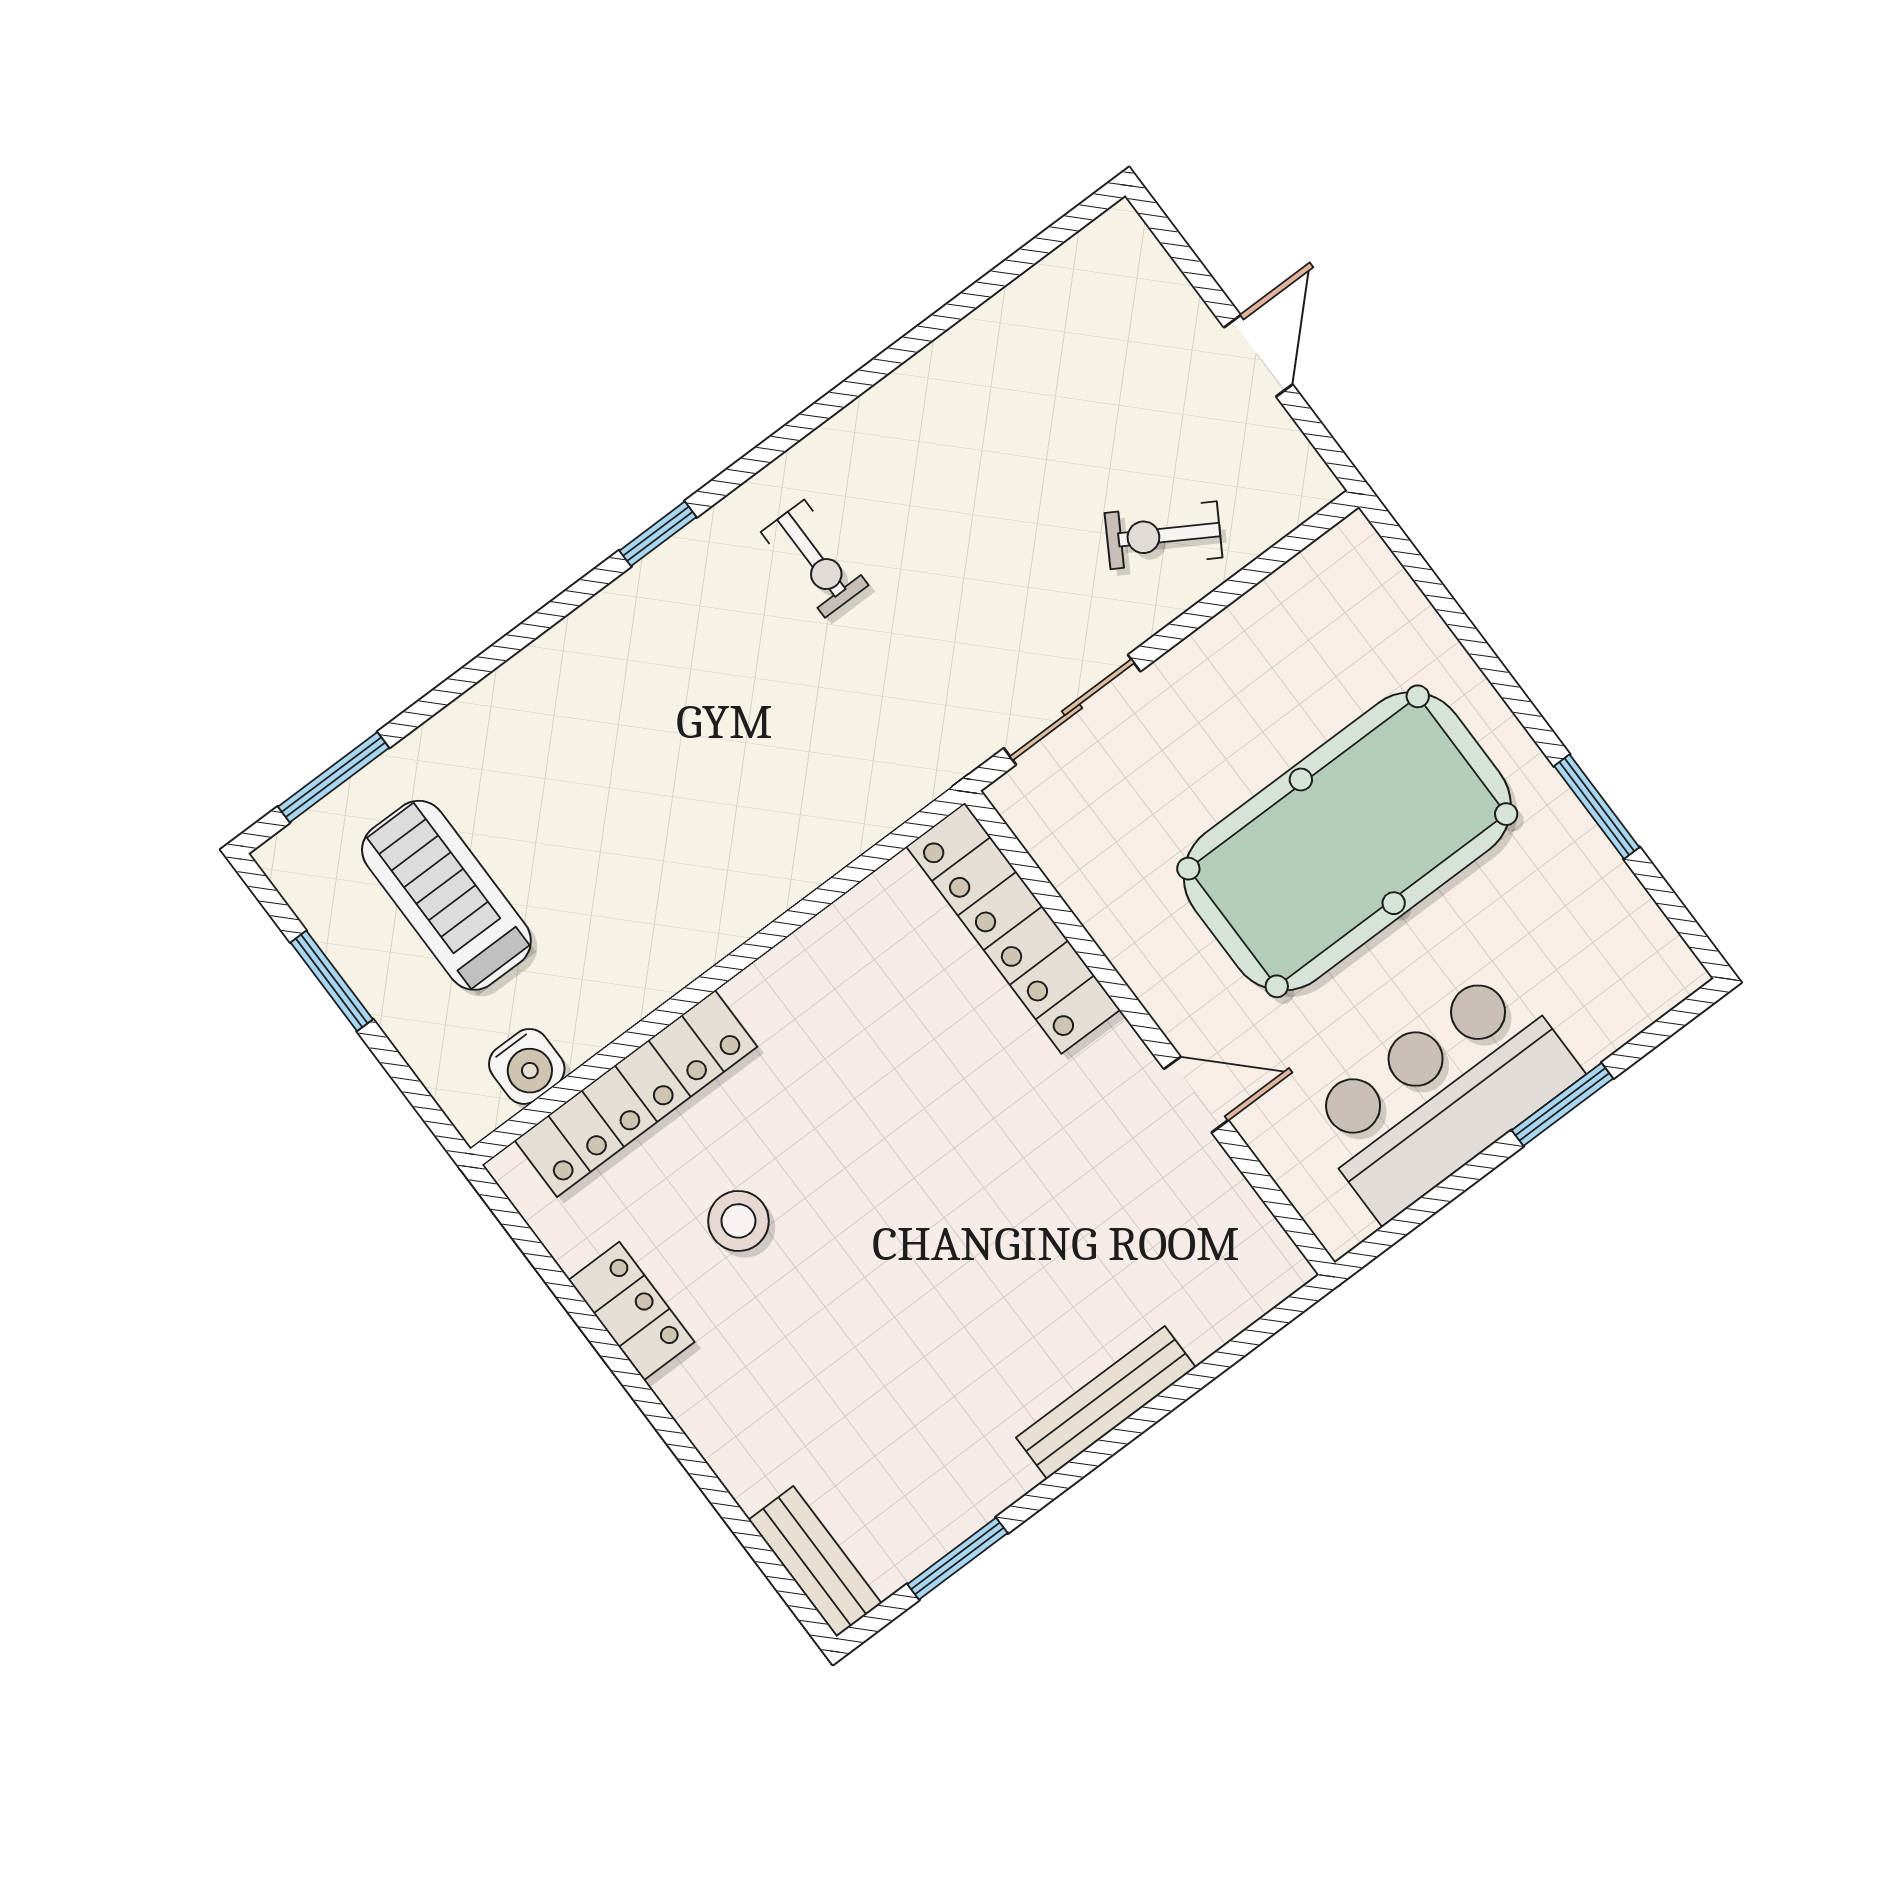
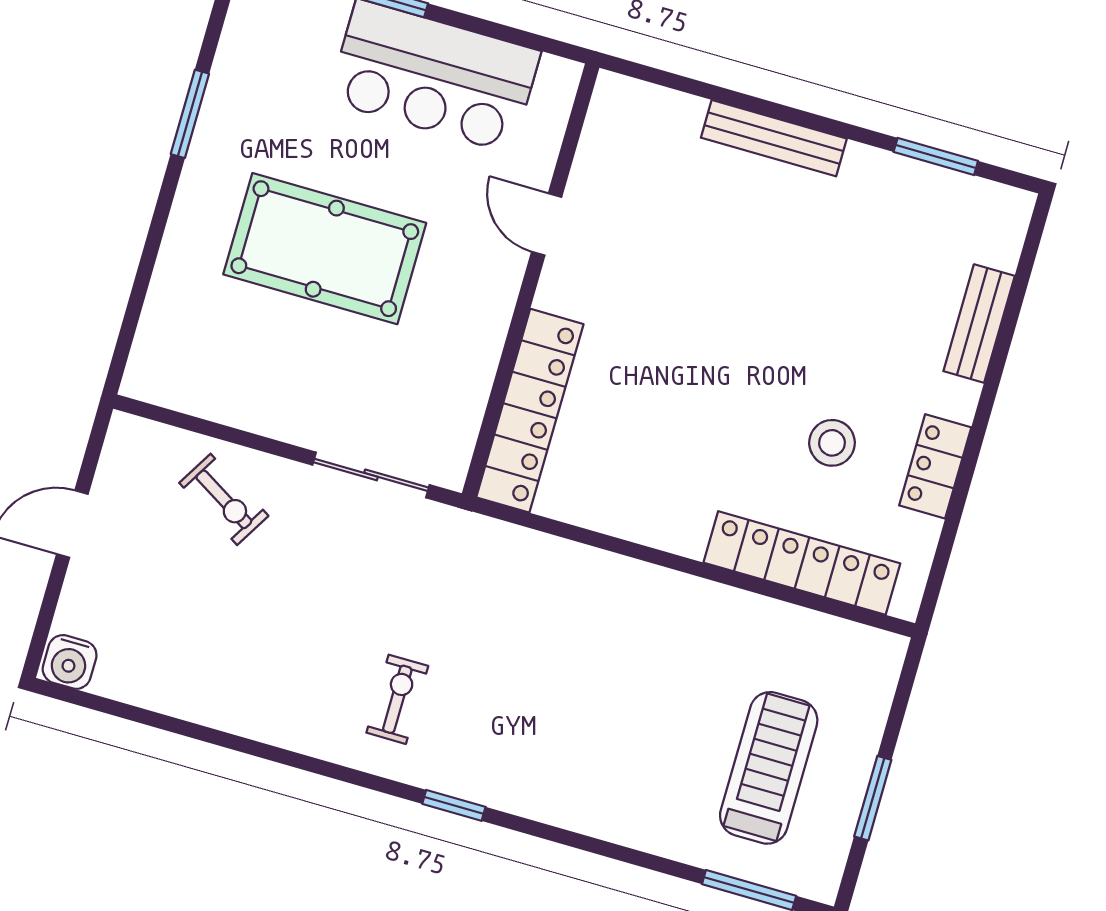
pool table: (1347, 841) -> (325, 249), width x0.73, depth x0.76
treadmill: (446, 895) -> (769, 768), turned 180
water cooler: (527, 1066) -> (70, 662), moved, turned 180
bench: (815, 1561) -> (979, 324), moved

